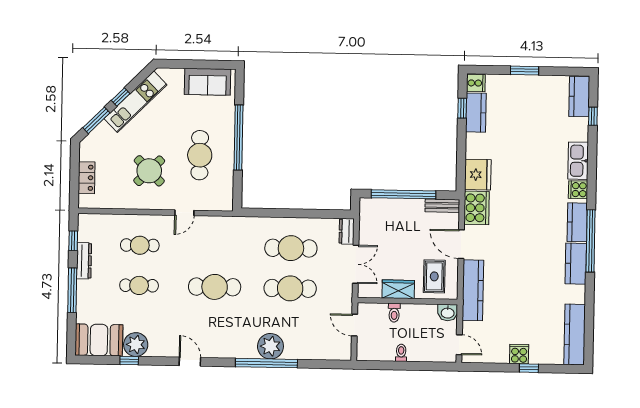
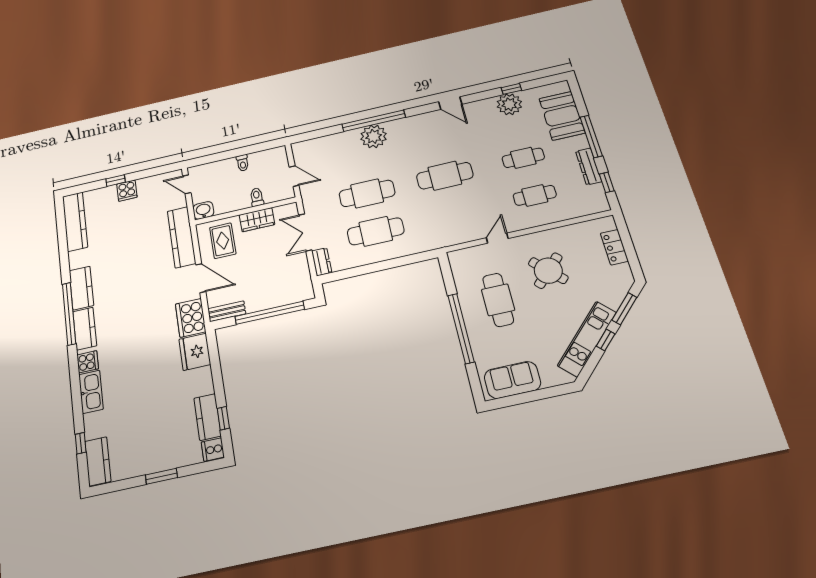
booth: (99, 340) -> (562, 116), moved, turned 90

